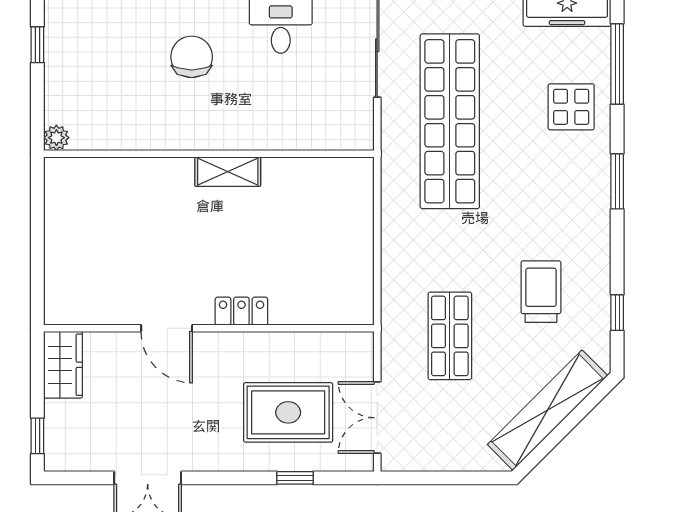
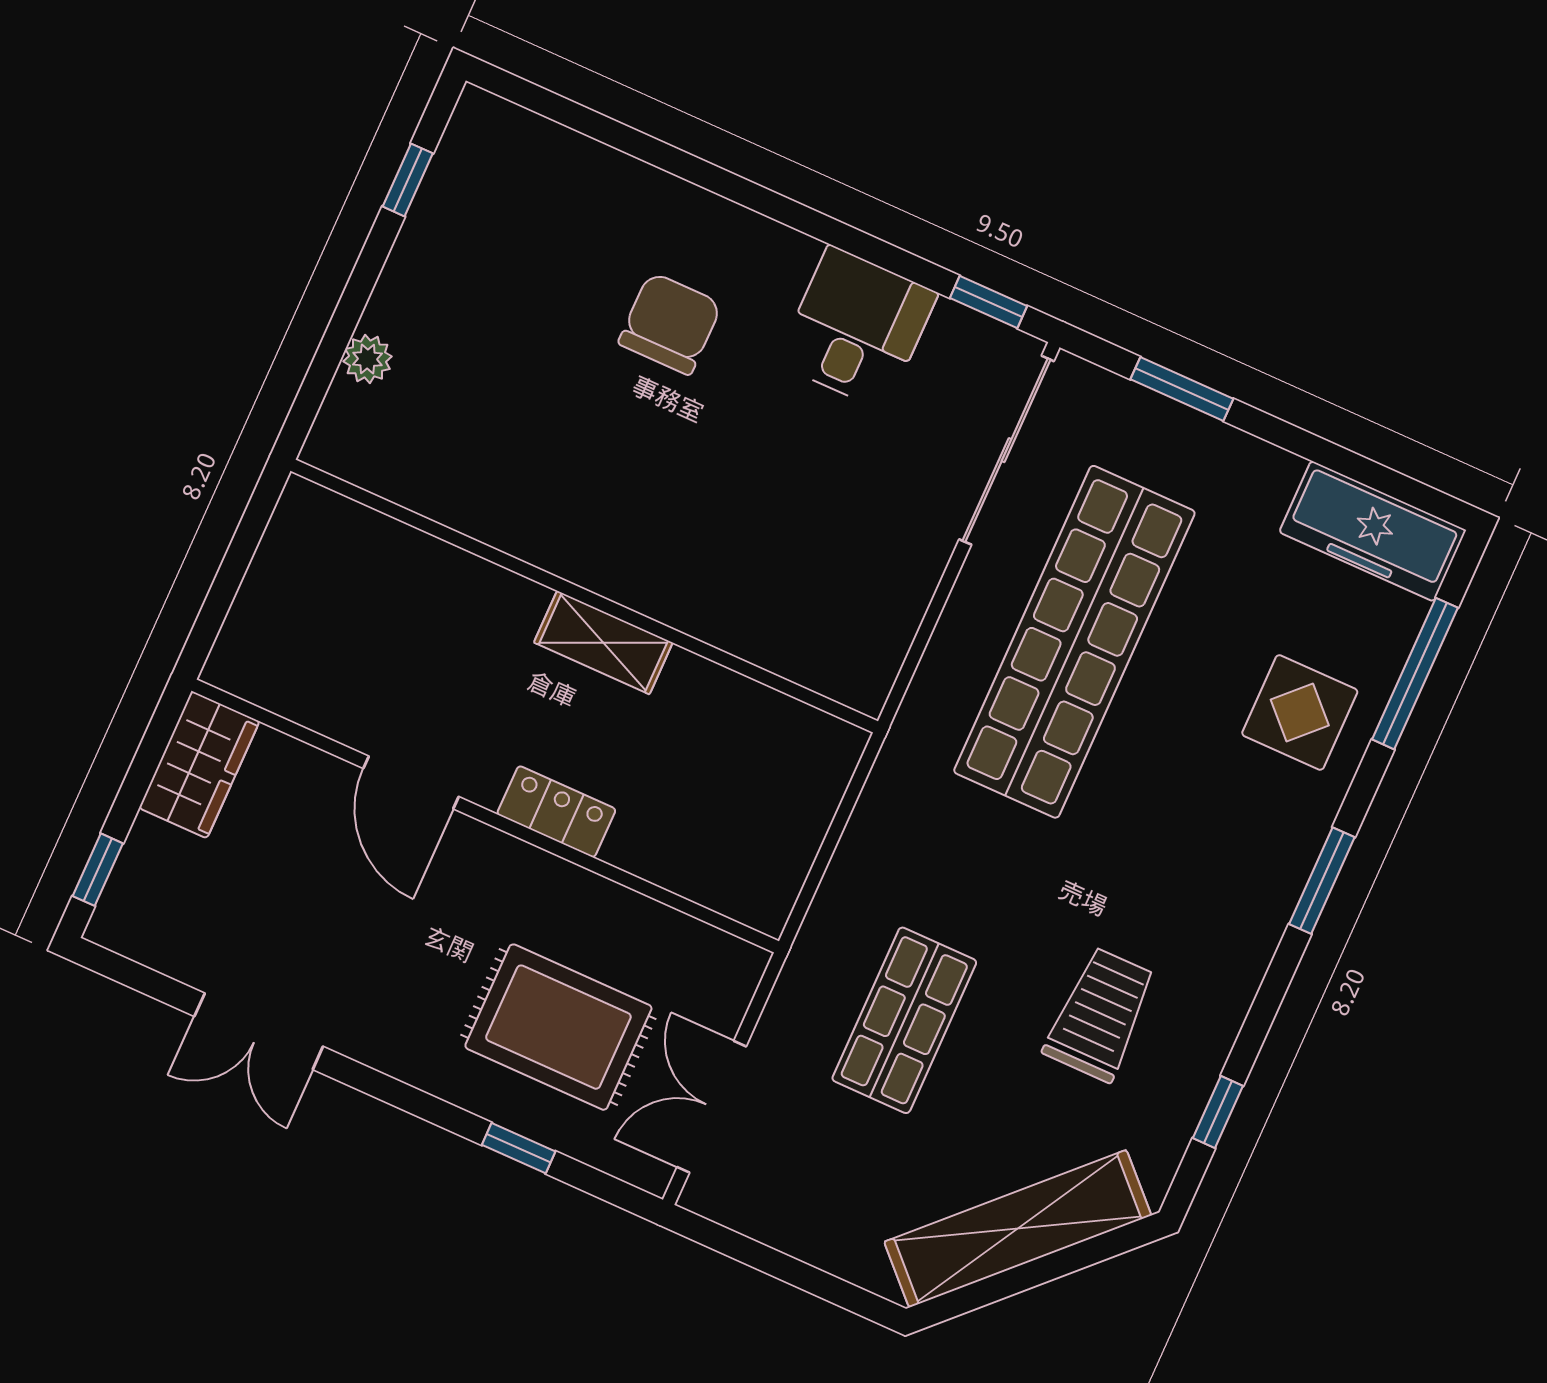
wall: (209, 154) -> (584, 596), moved
shelving: (228, 172) -> (603, 643), moved

